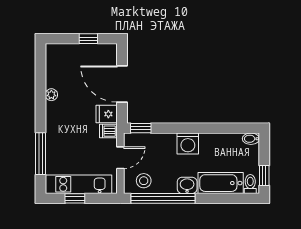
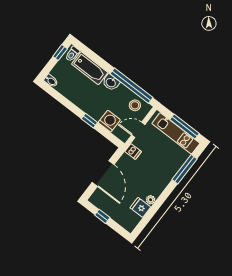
fridge: (107, 114) -> (140, 207), moved, turned 180
window: (141, 128) -> (89, 121), moved
washing machine: (188, 144) -> (109, 121), moved
window: (75, 198) -> (184, 126), width x2.17

